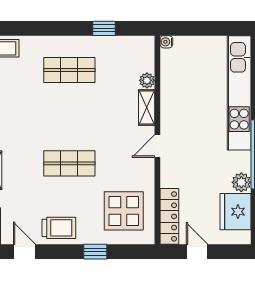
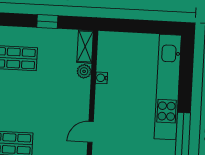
water cooler: (166, 42) -> (102, 78), moved
shelving: (147, 108) -> (85, 47), moved

